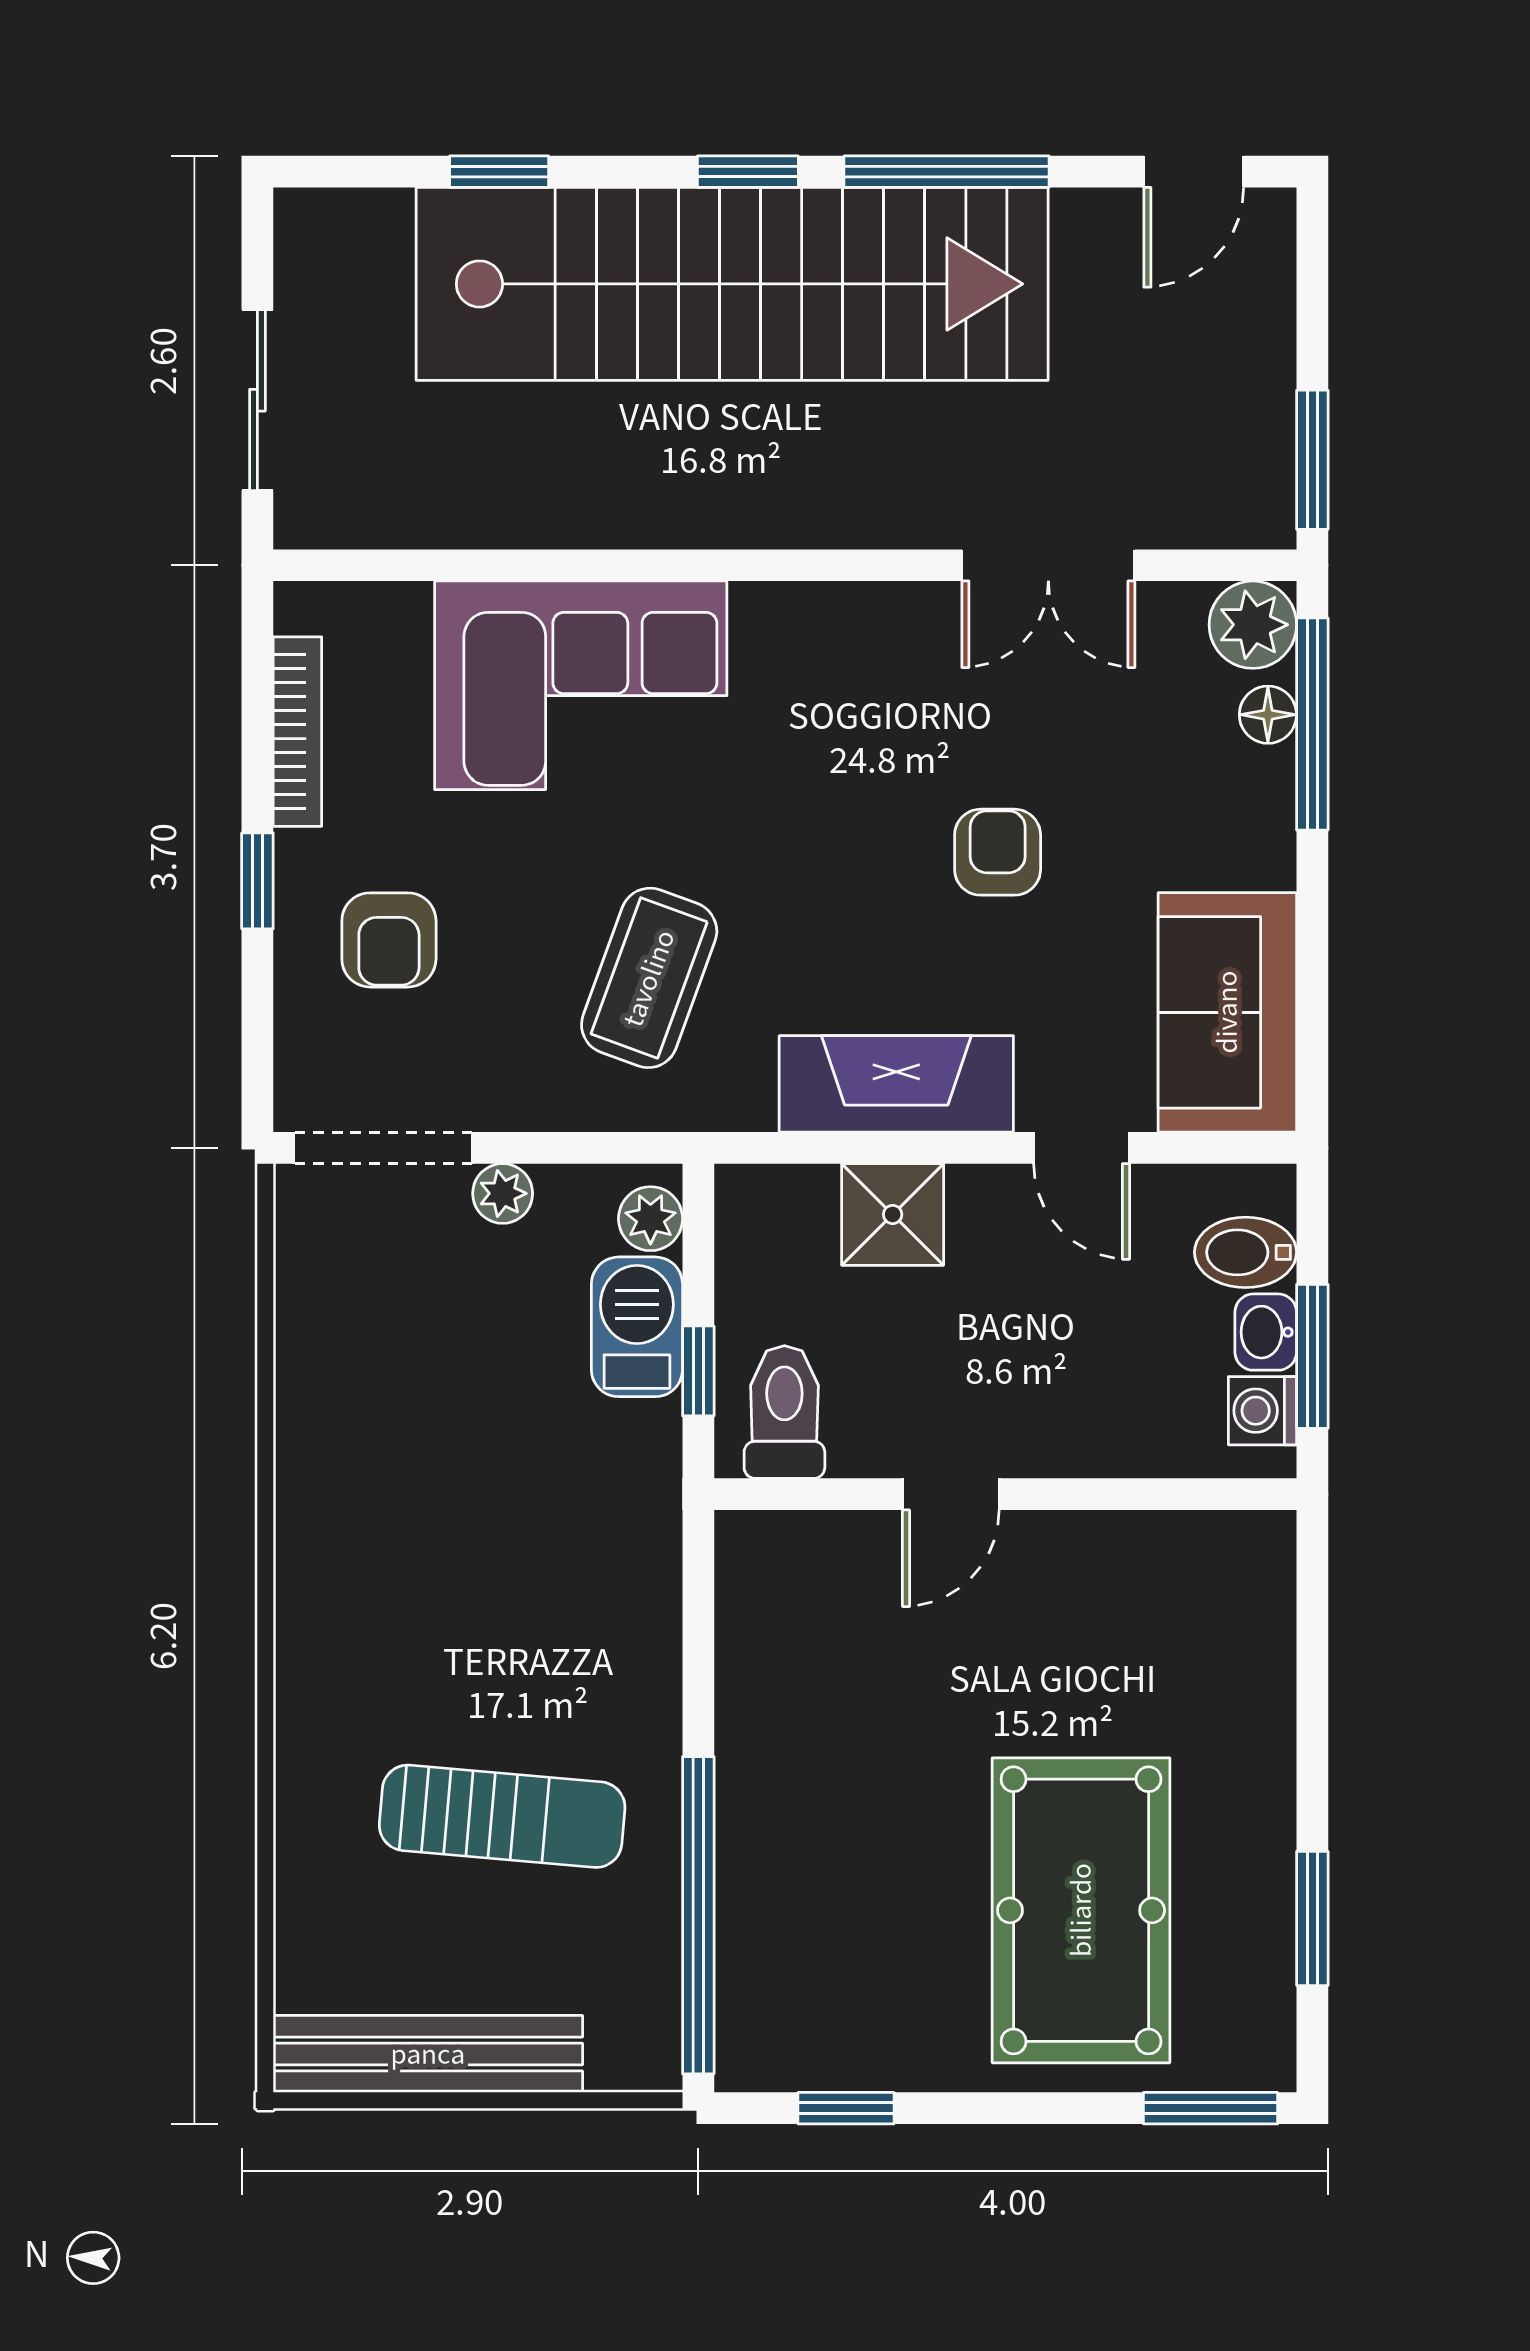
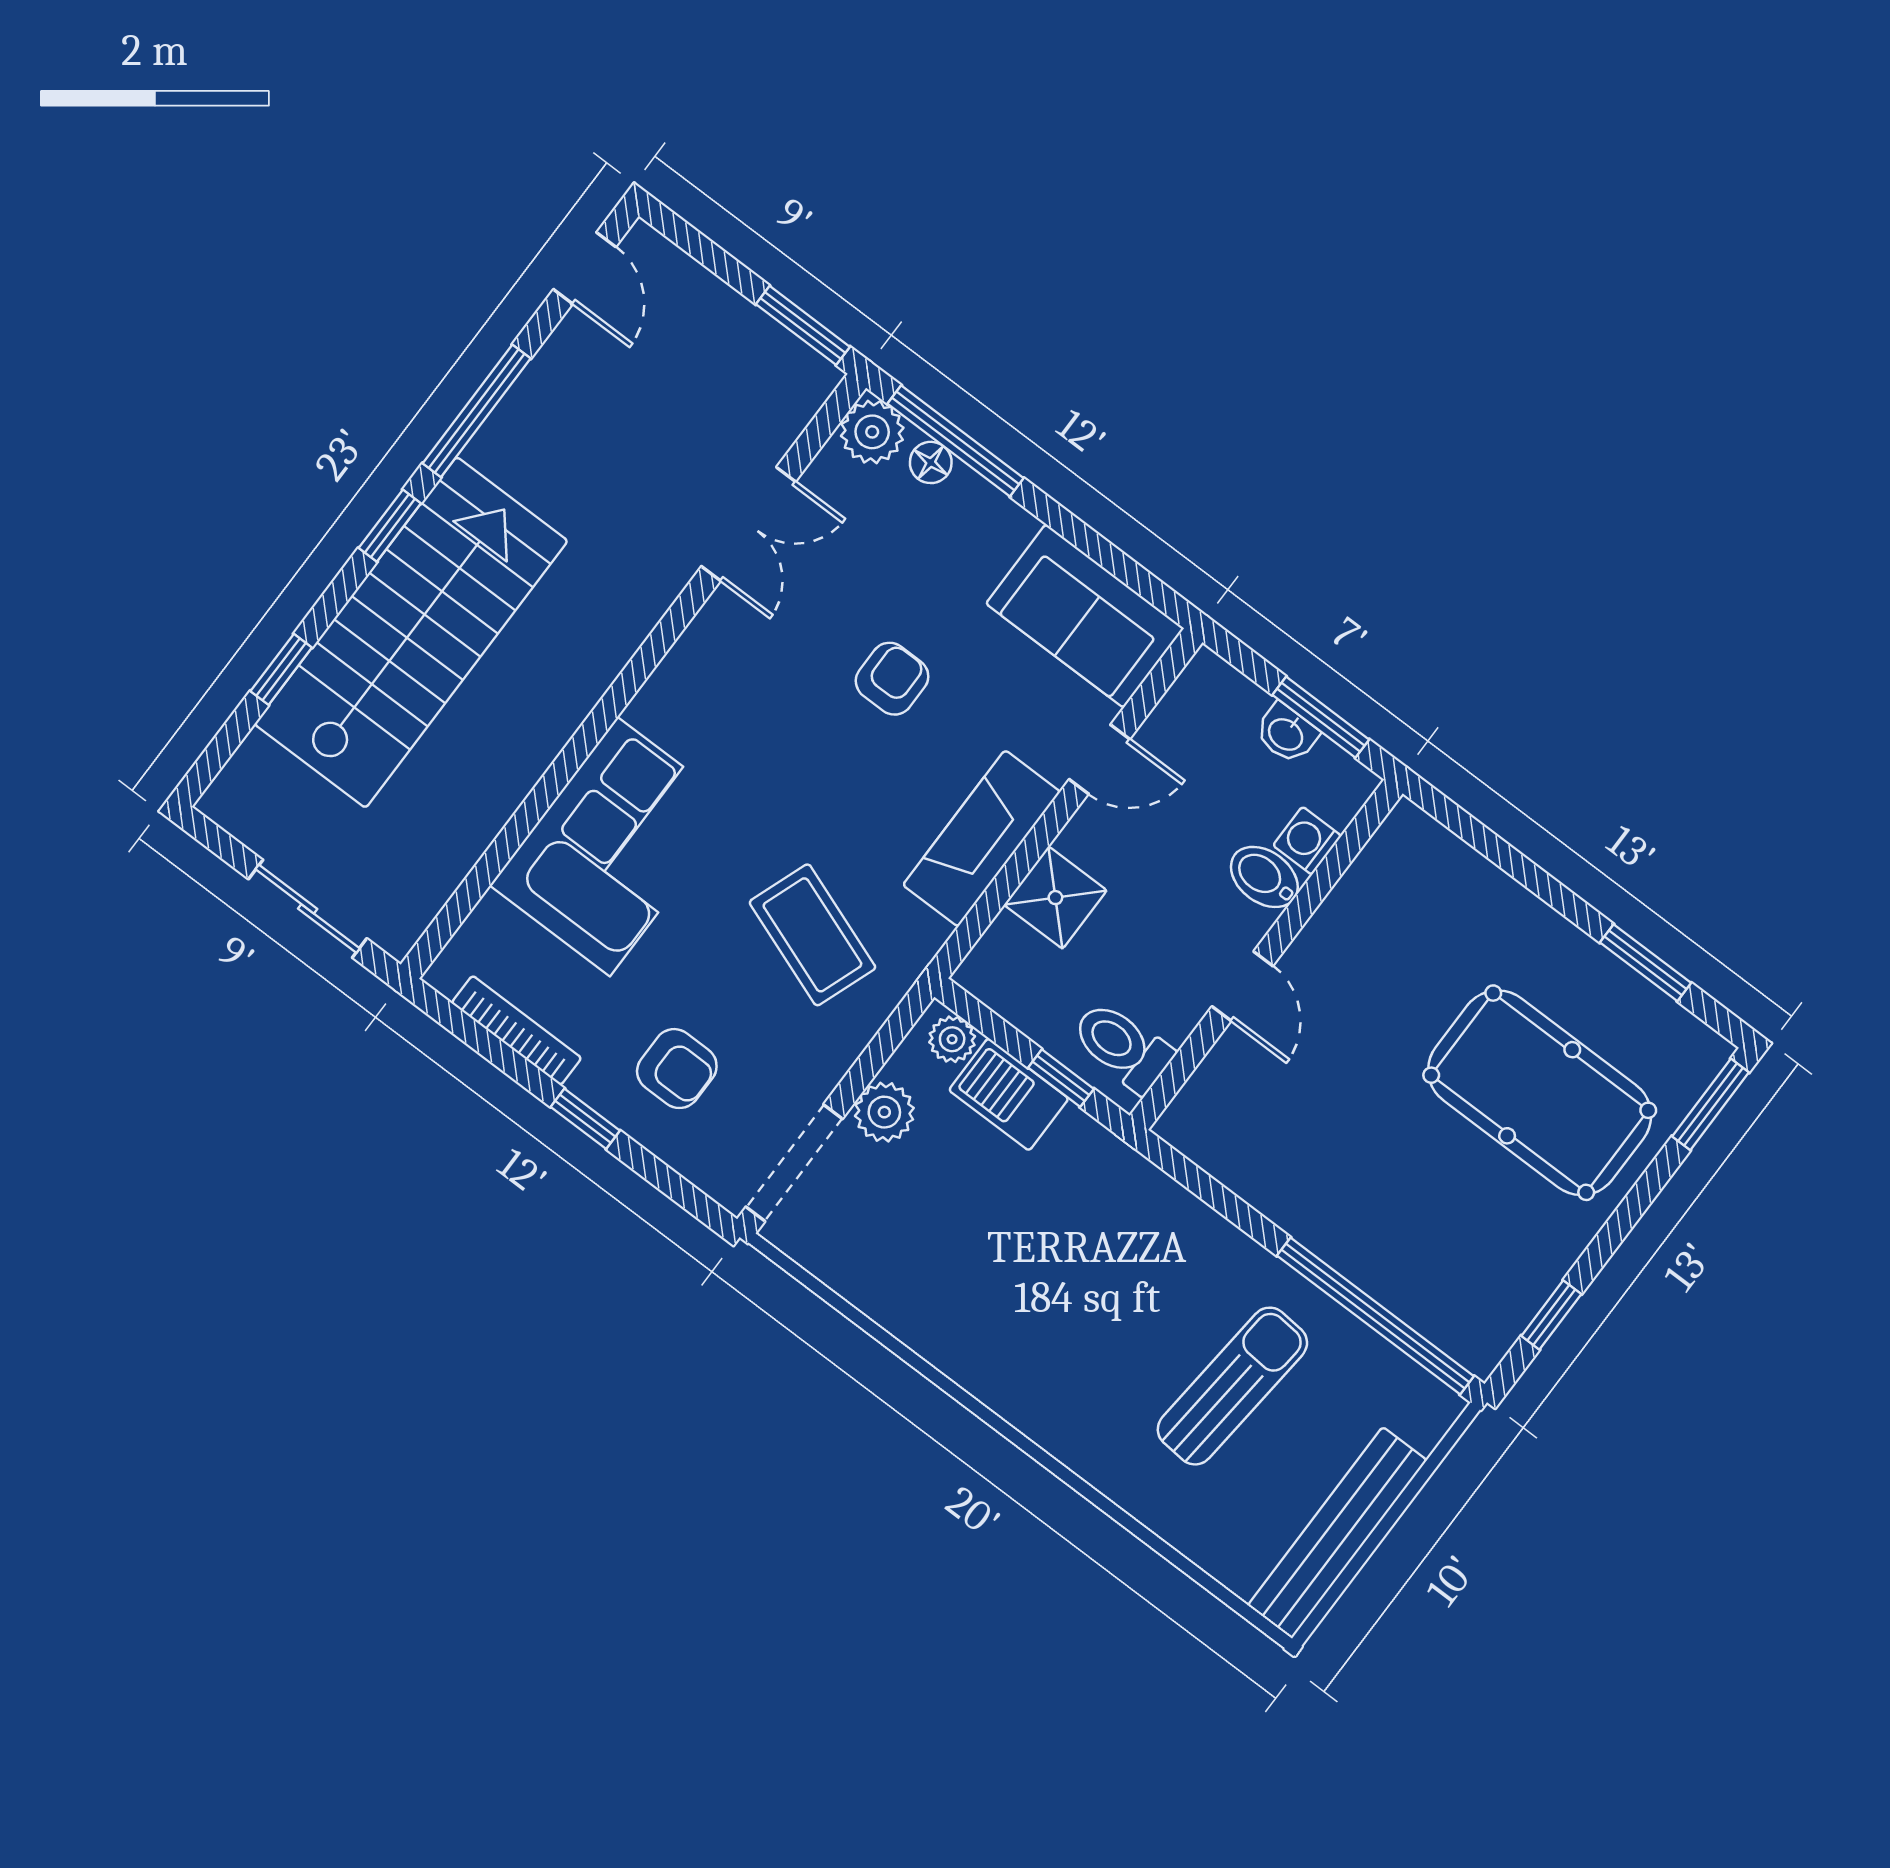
stairs: (732, 284) -> (411, 632), width x0.73
armchair: (998, 852) -> (892, 679), turned 90
plant: (503, 1193) -> (884, 1112), width x1.38, depth x1.38
bidet: (1246, 1252) -> (1264, 877), moved, turned 90
washing machine: (1262, 1411) -> (1307, 841), moved, turned 90

